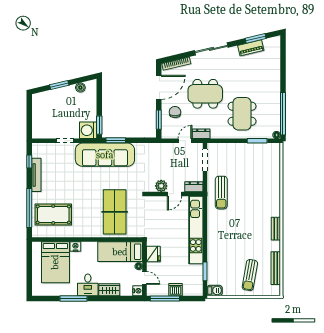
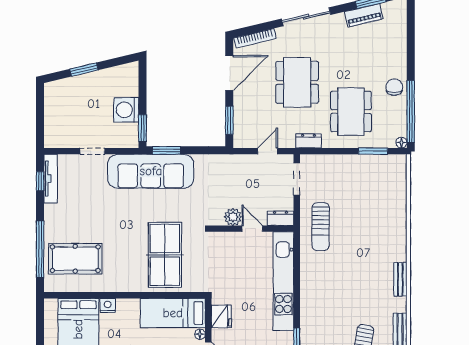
boiler: (80, 88) -> (115, 73), removed
dining table: (205, 94) -> (297, 82), turned 90
chair: (175, 112) -> (394, 87), moved
washing machine: (88, 130) -> (126, 110), moved
dresser: (201, 134) -> (309, 141), moved
tv unit: (36, 175) -> (51, 179), moved
door: (175, 194) -> (252, 229), swing flipped

